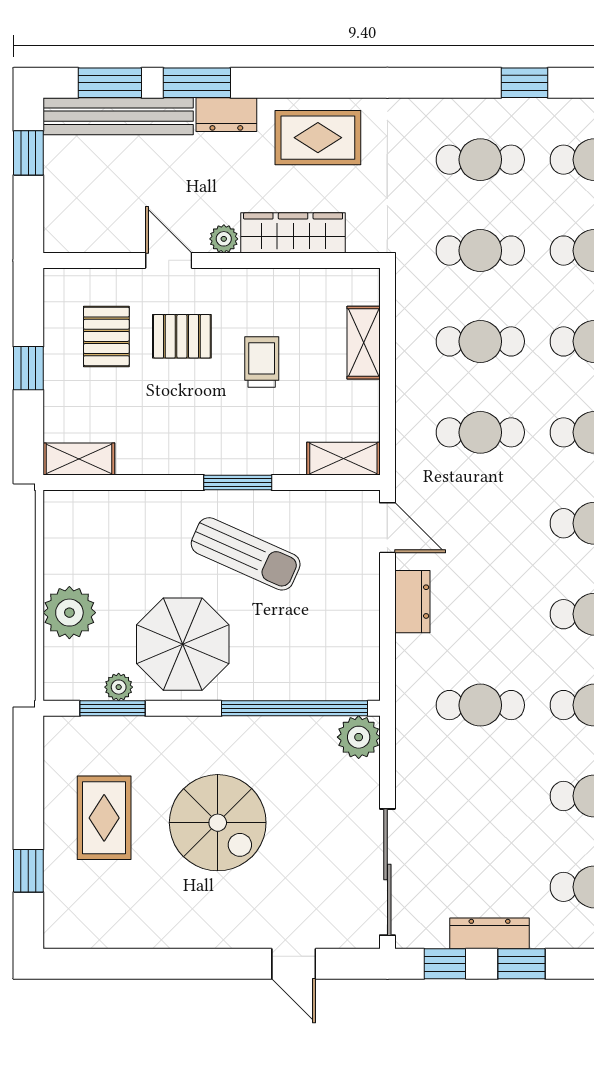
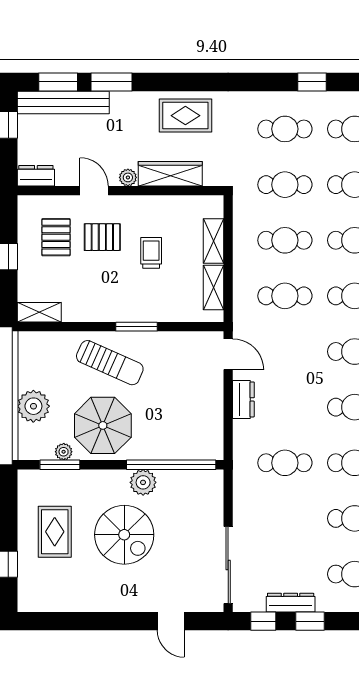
dresser: (226, 115) -> (36, 176), moved, turned 180
shelving: (343, 459) -> (213, 288), moved, turned 90
sun lounger: (246, 554) -> (110, 363), moved
plant: (359, 737) -> (143, 482), moved

